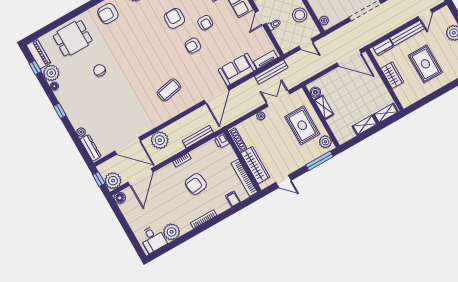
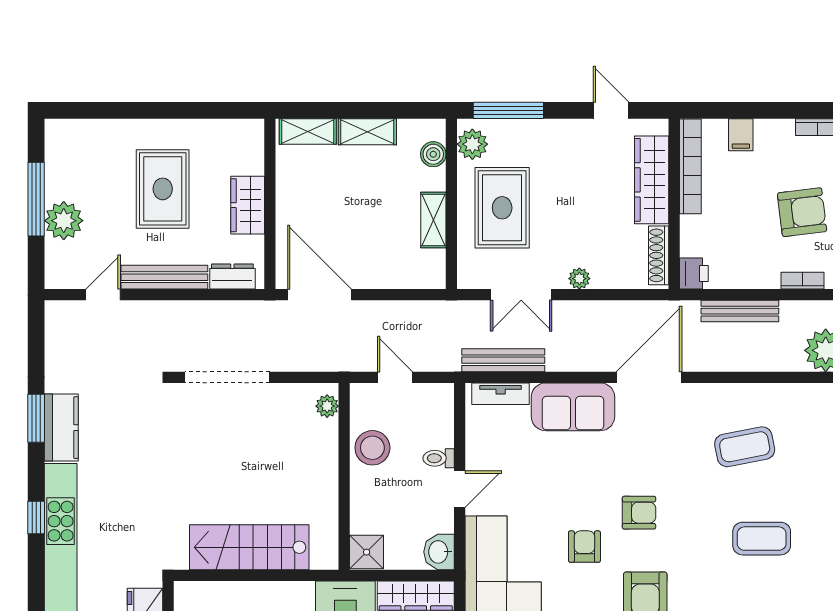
coffee table: (145, 61) -> (762, 539), added
boiler: (315, 92) -> (433, 154), moved

